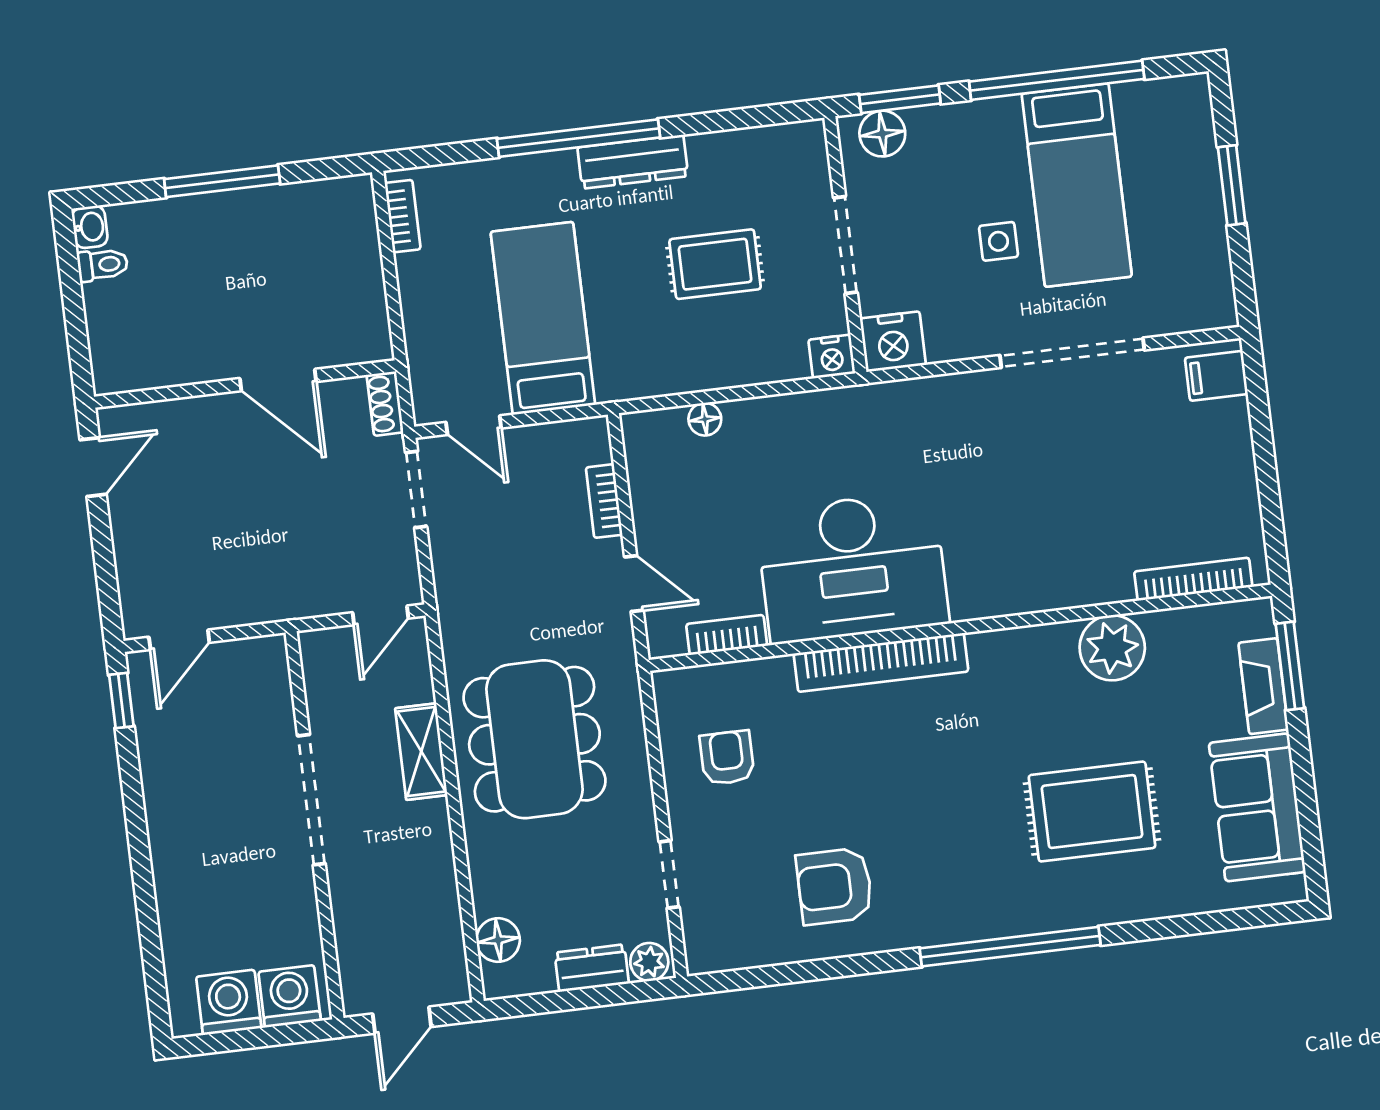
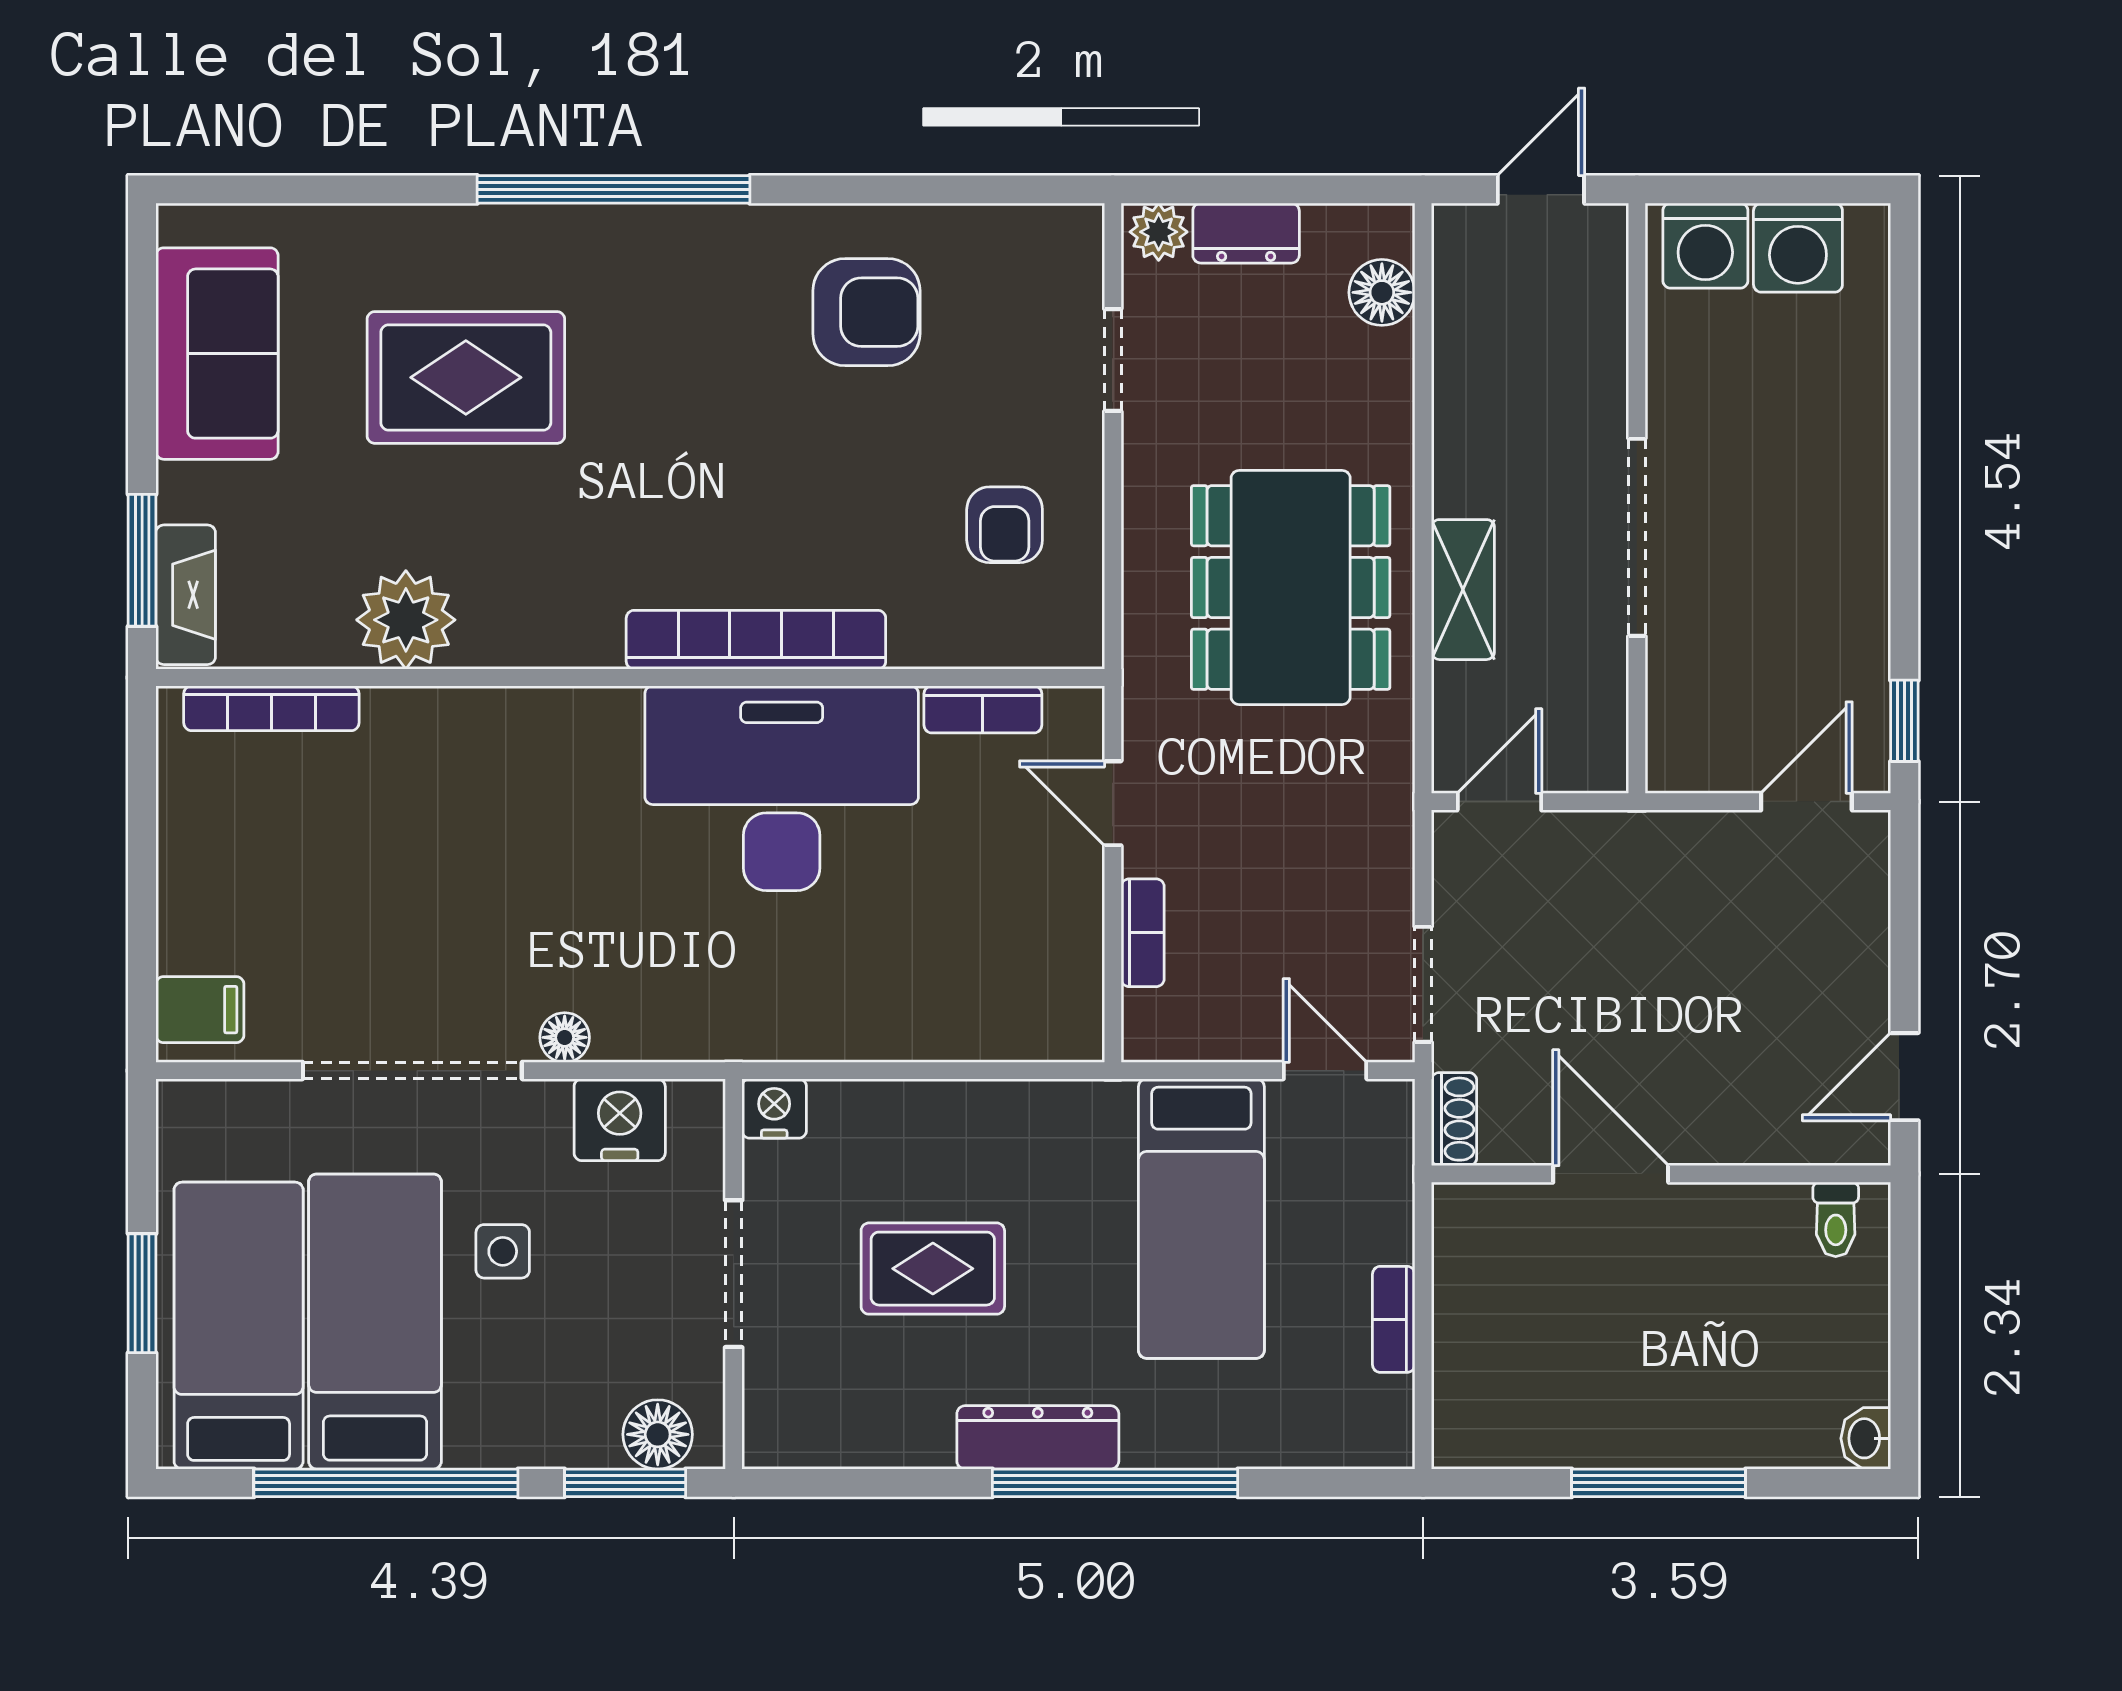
bed: (1166, 172) -> (239, 1326), added
bookcase: (403, 216) -> (1394, 1319), moved
toilet: (103, 265) -> (1836, 1219), moved, turned -90
nightstand: (893, 342) -> (620, 1120), moved
floor lamp: (705, 419) -> (565, 1037), moved
fireplace: (1263, 686) -> (186, 595), moved

